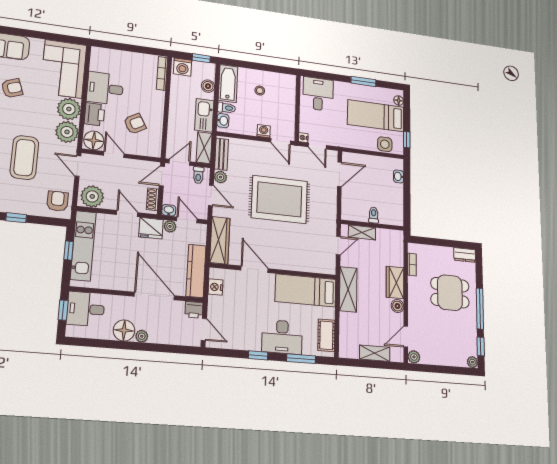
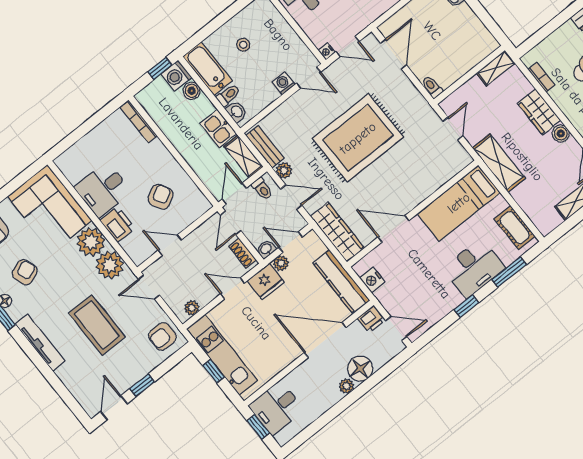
washing machine: (183, 67) -> (176, 76), moved, turned 90
kitchen sink: (204, 115) -> (218, 129), width x0.73
floor lamp: (94, 140) -> (140, 249), removed
plant: (92, 196) -> (192, 308), width x0.53, depth x0.53
armchair: (58, 201) -> (162, 336), turned -90
toilet: (374, 215) -> (432, 87), moved
shelving: (362, 232) -> (496, 68), moved
floor lamp: (124, 330) -> (360, 369), moved

